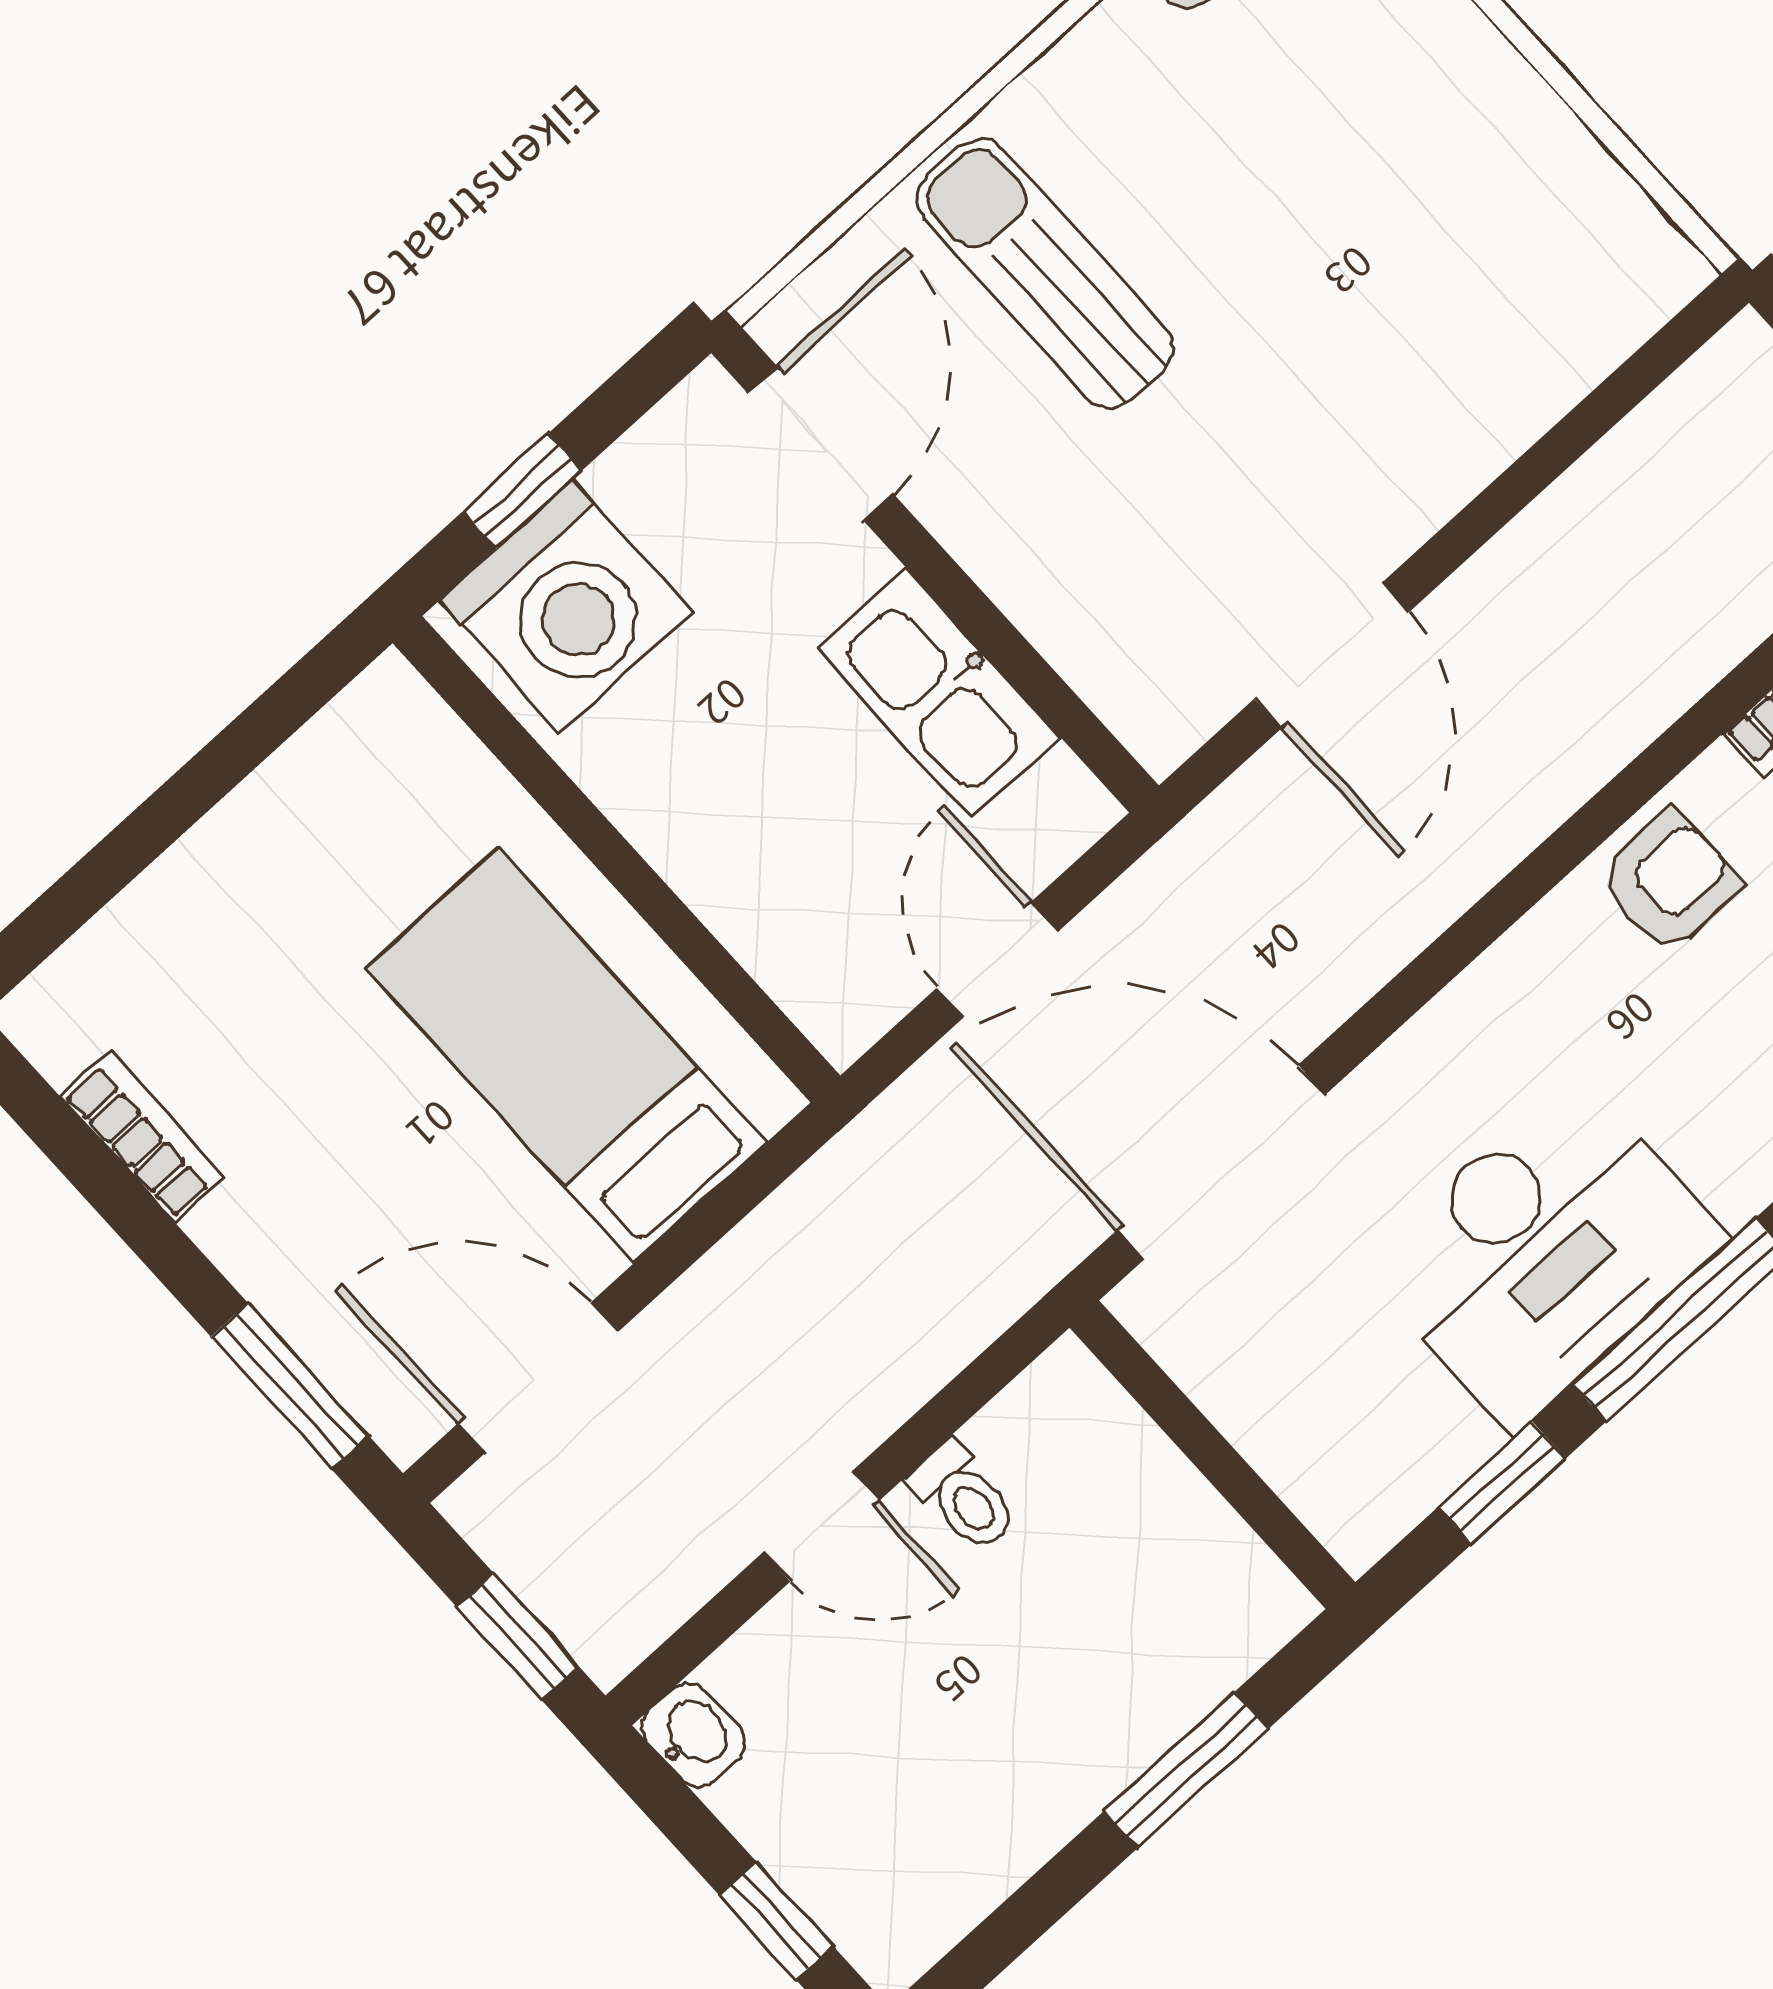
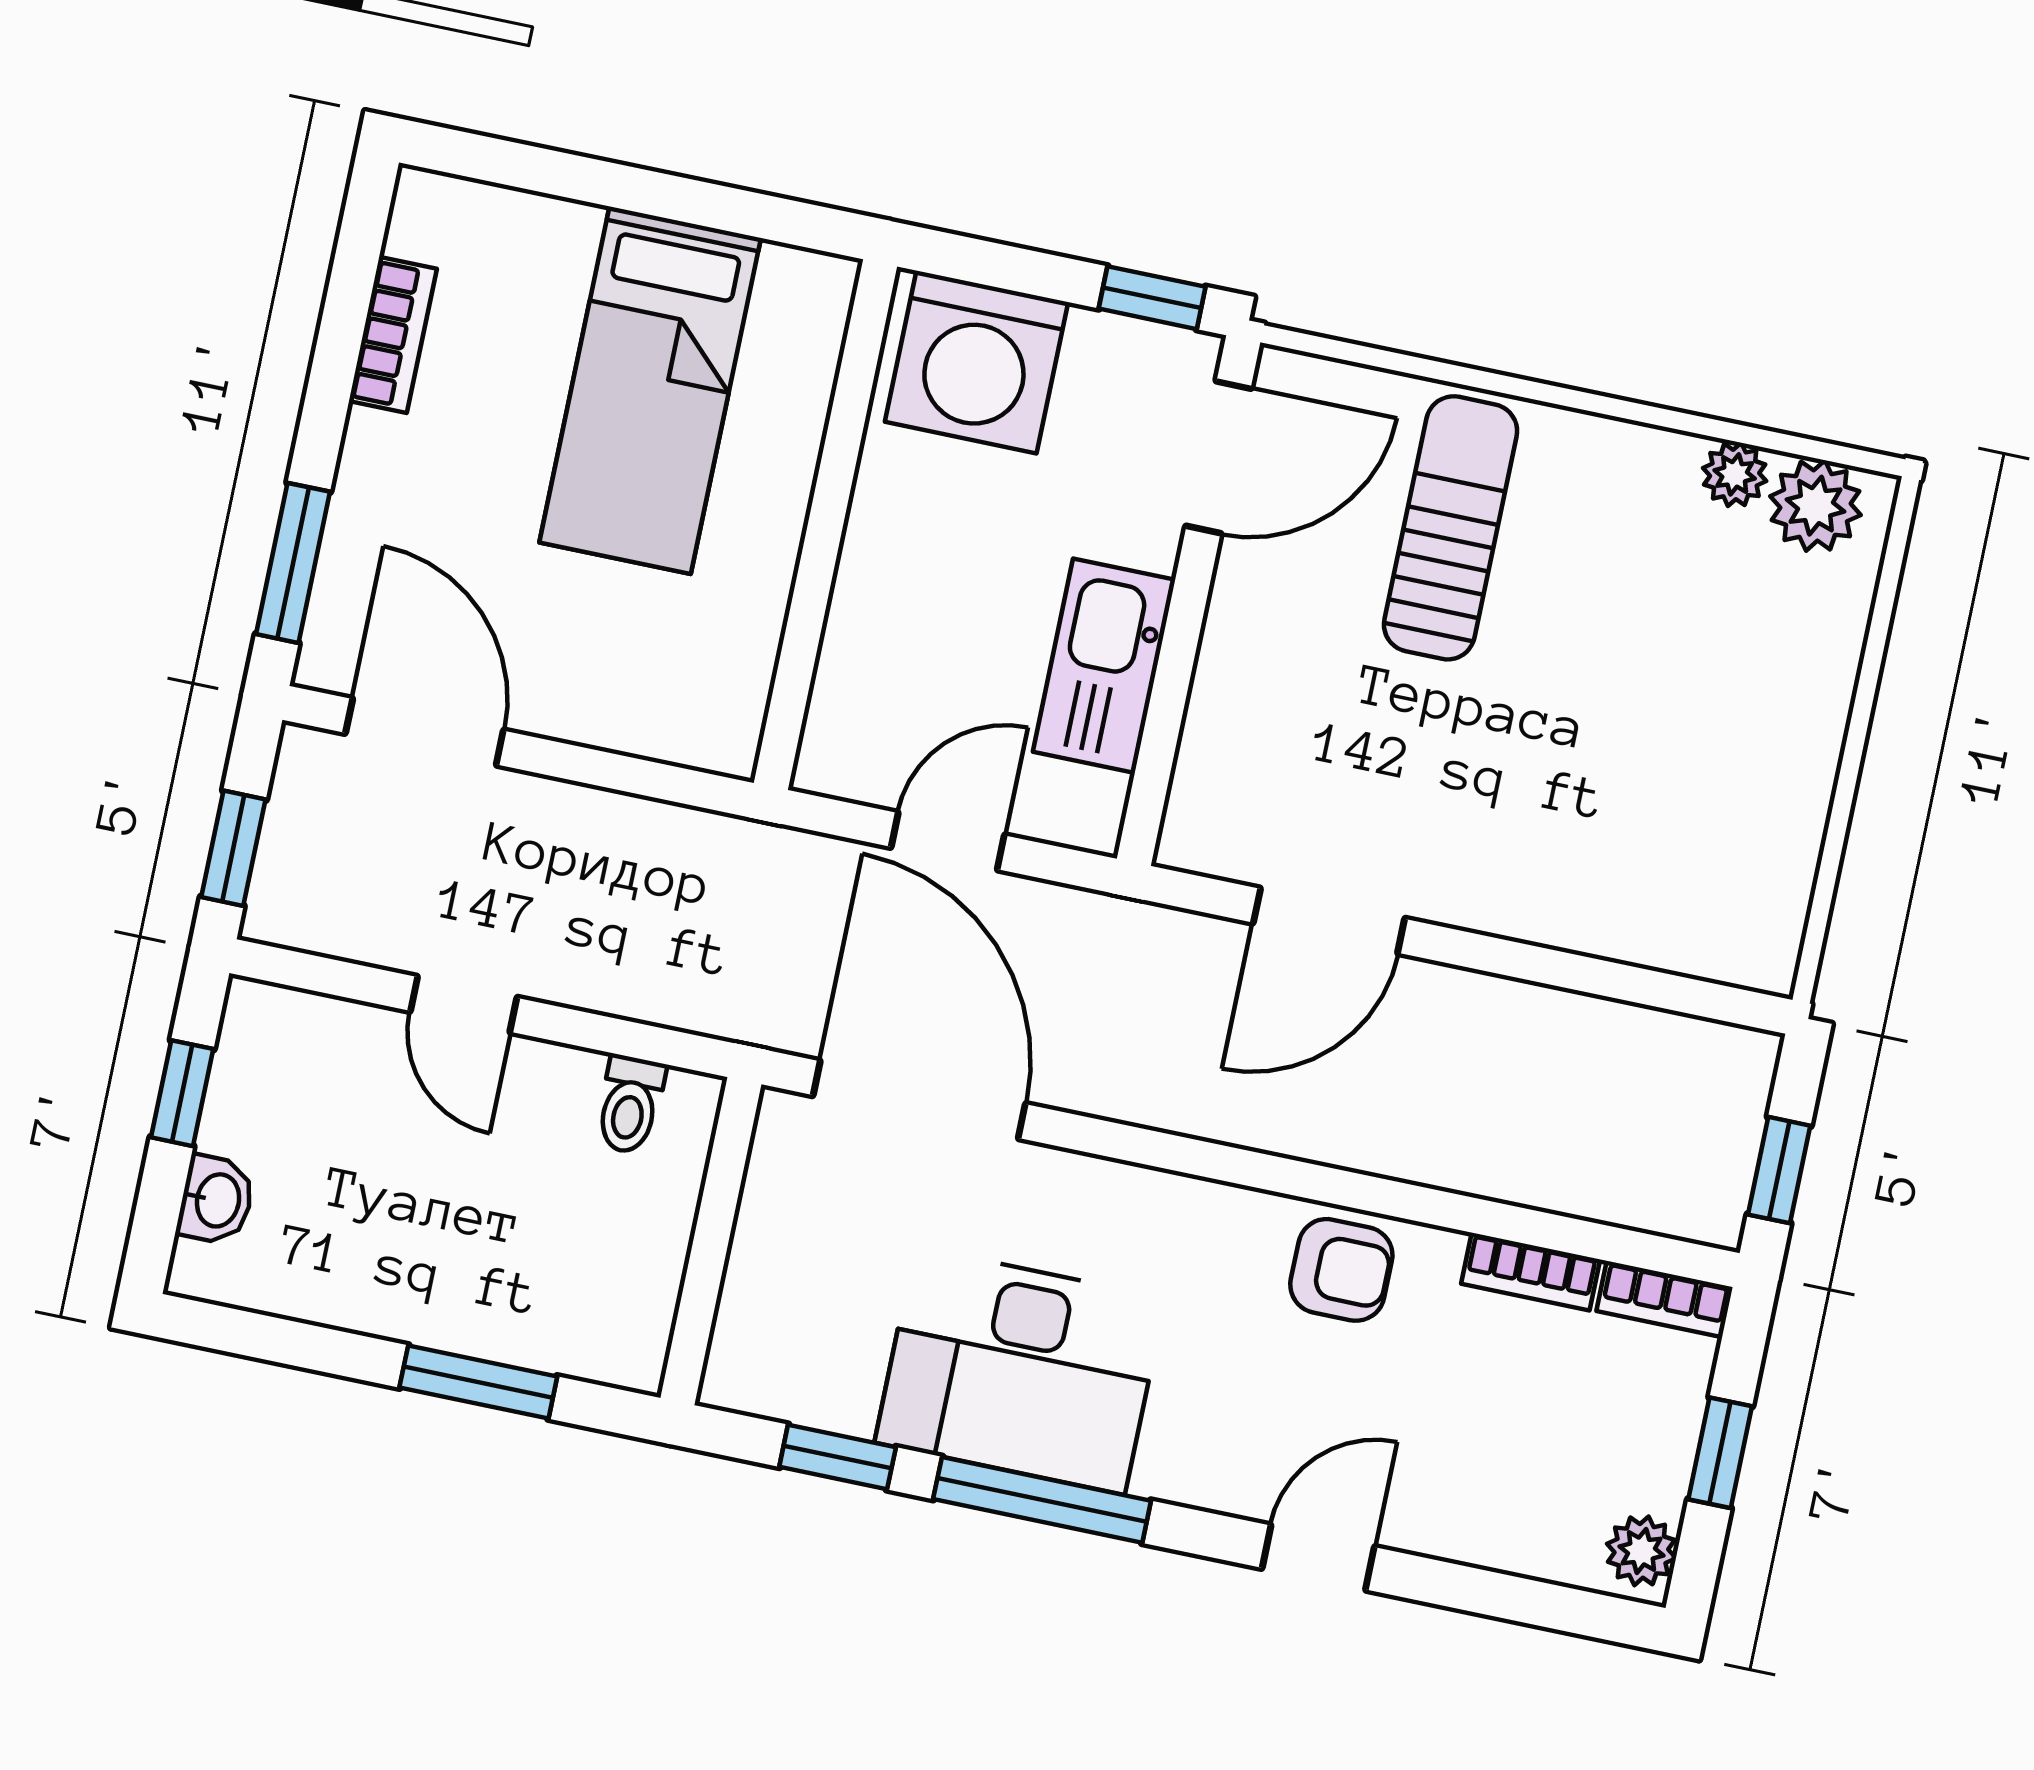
window: (522, 491) -> (1152, 298), moved
bed: (566, 1055) -> (650, 390), moved, turned 180
toilet: (964, 1497) -> (630, 1105), moved
washbasin: (693, 1735) -> (216, 1200), moved
window: (776, 1921) -> (182, 1093), moved

